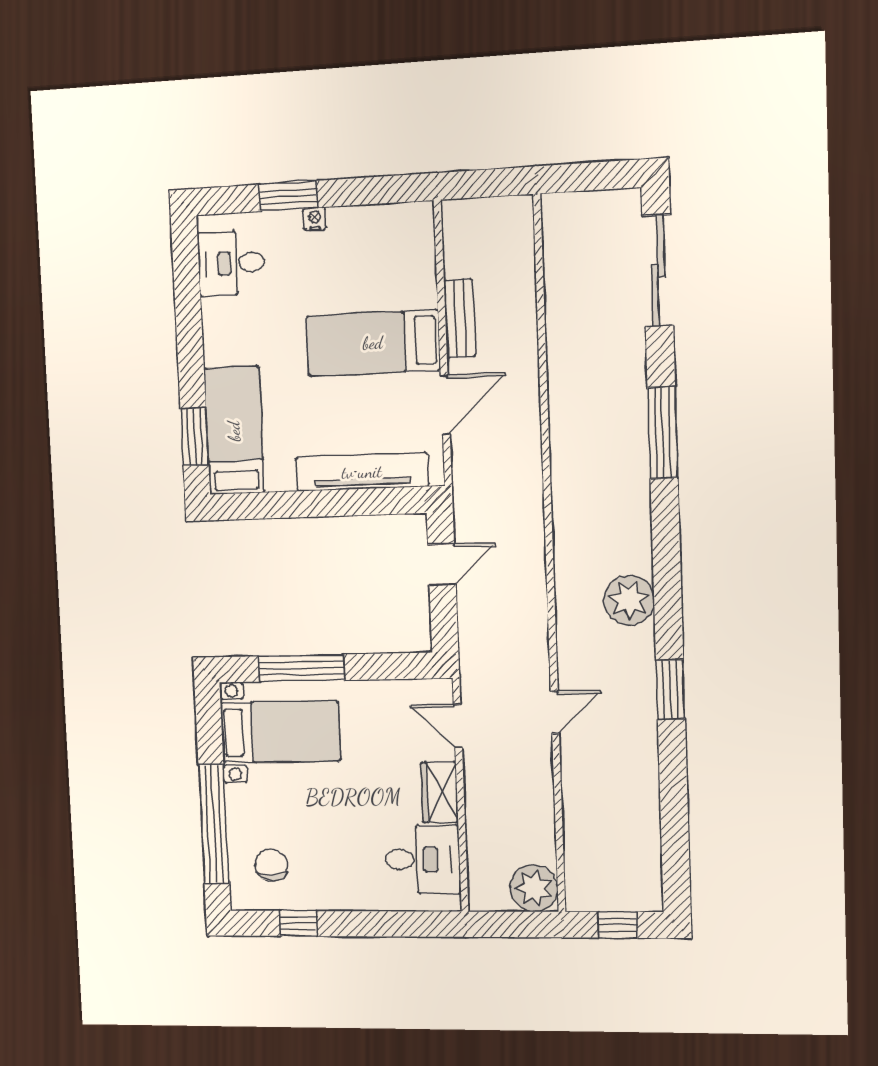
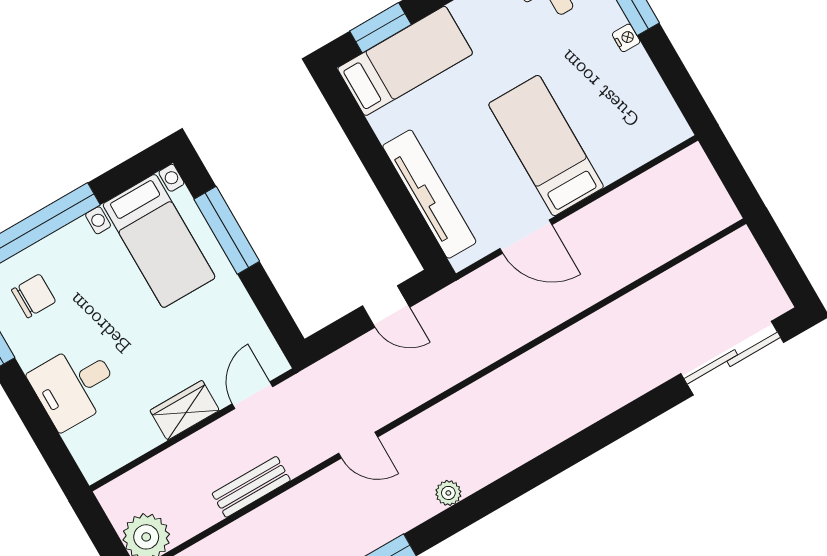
bench: (460, 318) -> (251, 487), moved
window: (663, 433) -> (599, 435), removed
plant: (629, 600) -> (448, 493), width x0.53, depth x0.53
door: (555, 713) -> (358, 445), moved
desk: (423, 859) -> (75, 386), moved, turned 90

